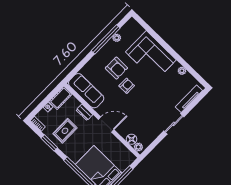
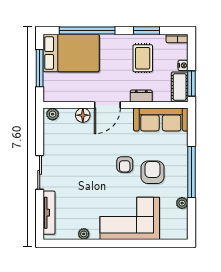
window: (106, 39) -> (192, 172), moved
armchair: (116, 68) -> (153, 172), turned 90
window: (53, 94) -> (192, 83), added
floor lamp: (132, 139) -> (83, 115), moved

